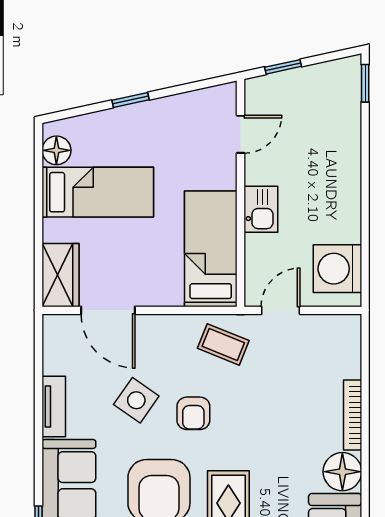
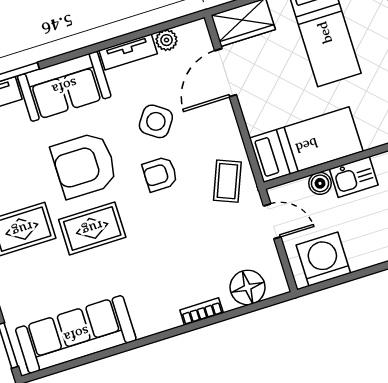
boiler: (256, 247) -> (320, 183), added
plant: (54, 362) -> (167, 40), added
bookcase: (353, 415) -> (202, 312), width x0.64
floor lamp: (342, 472) -> (248, 287), moved

